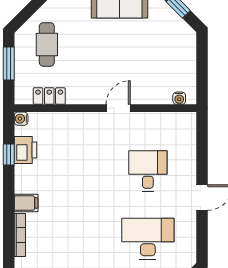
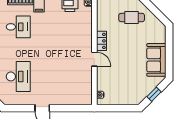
locker: (49, 96) -> (101, 41), moved
desk: (148, 171) -> (18, 27), moved

